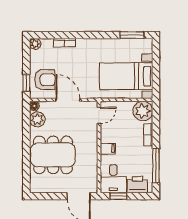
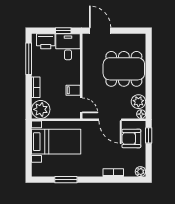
window: (132, 35) -> (66, 180), moved
door: (99, 115) -> (81, 105), swing flipped
filing cabinet: (108, 149) -> (73, 90), moved

